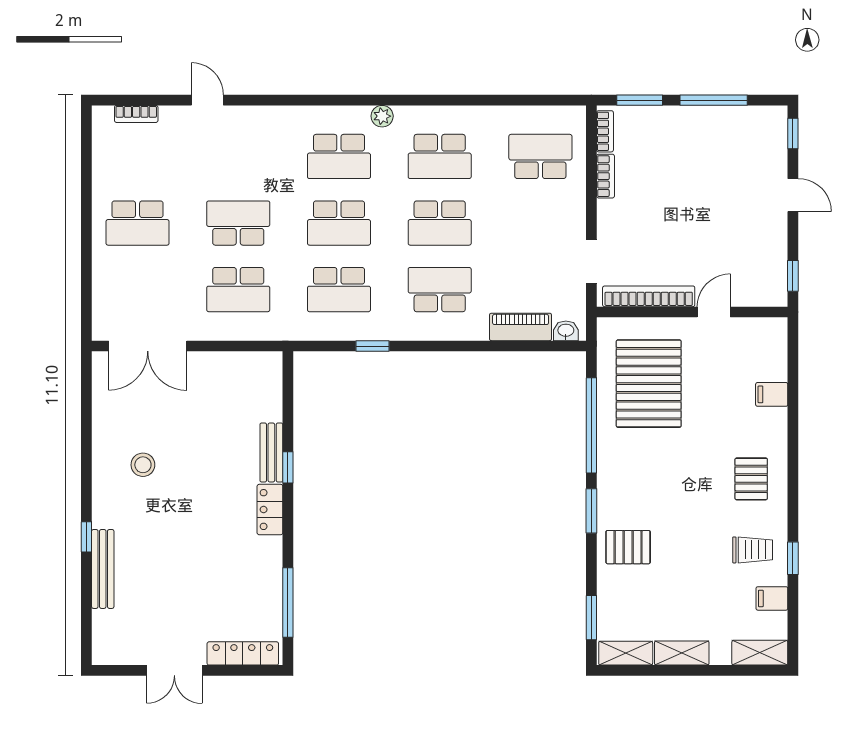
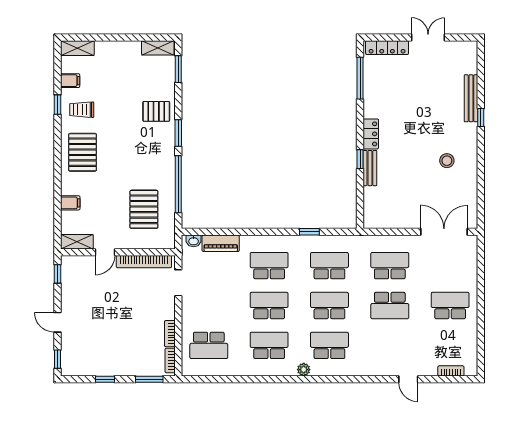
window: (714, 100) -> (105, 379), width x0.46
school desk: (440, 290) -> (269, 266), turned 180
pallet: (649, 384) -> (144, 209), width x0.73, depth x0.71
pallet: (751, 479) -> (83, 152), width x1.50, depth x1.42
shelving: (682, 653) -> (77, 242), moved

